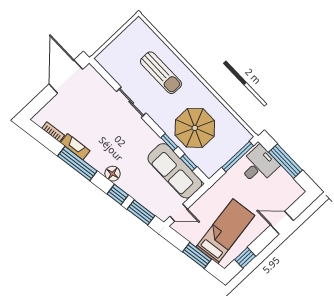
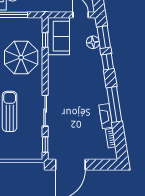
window: (169, 142) -> (45, 145), moved
sofa: (175, 171) -> (59, 36), width x0.73
floor lamp: (113, 174) -> (93, 42), moved

